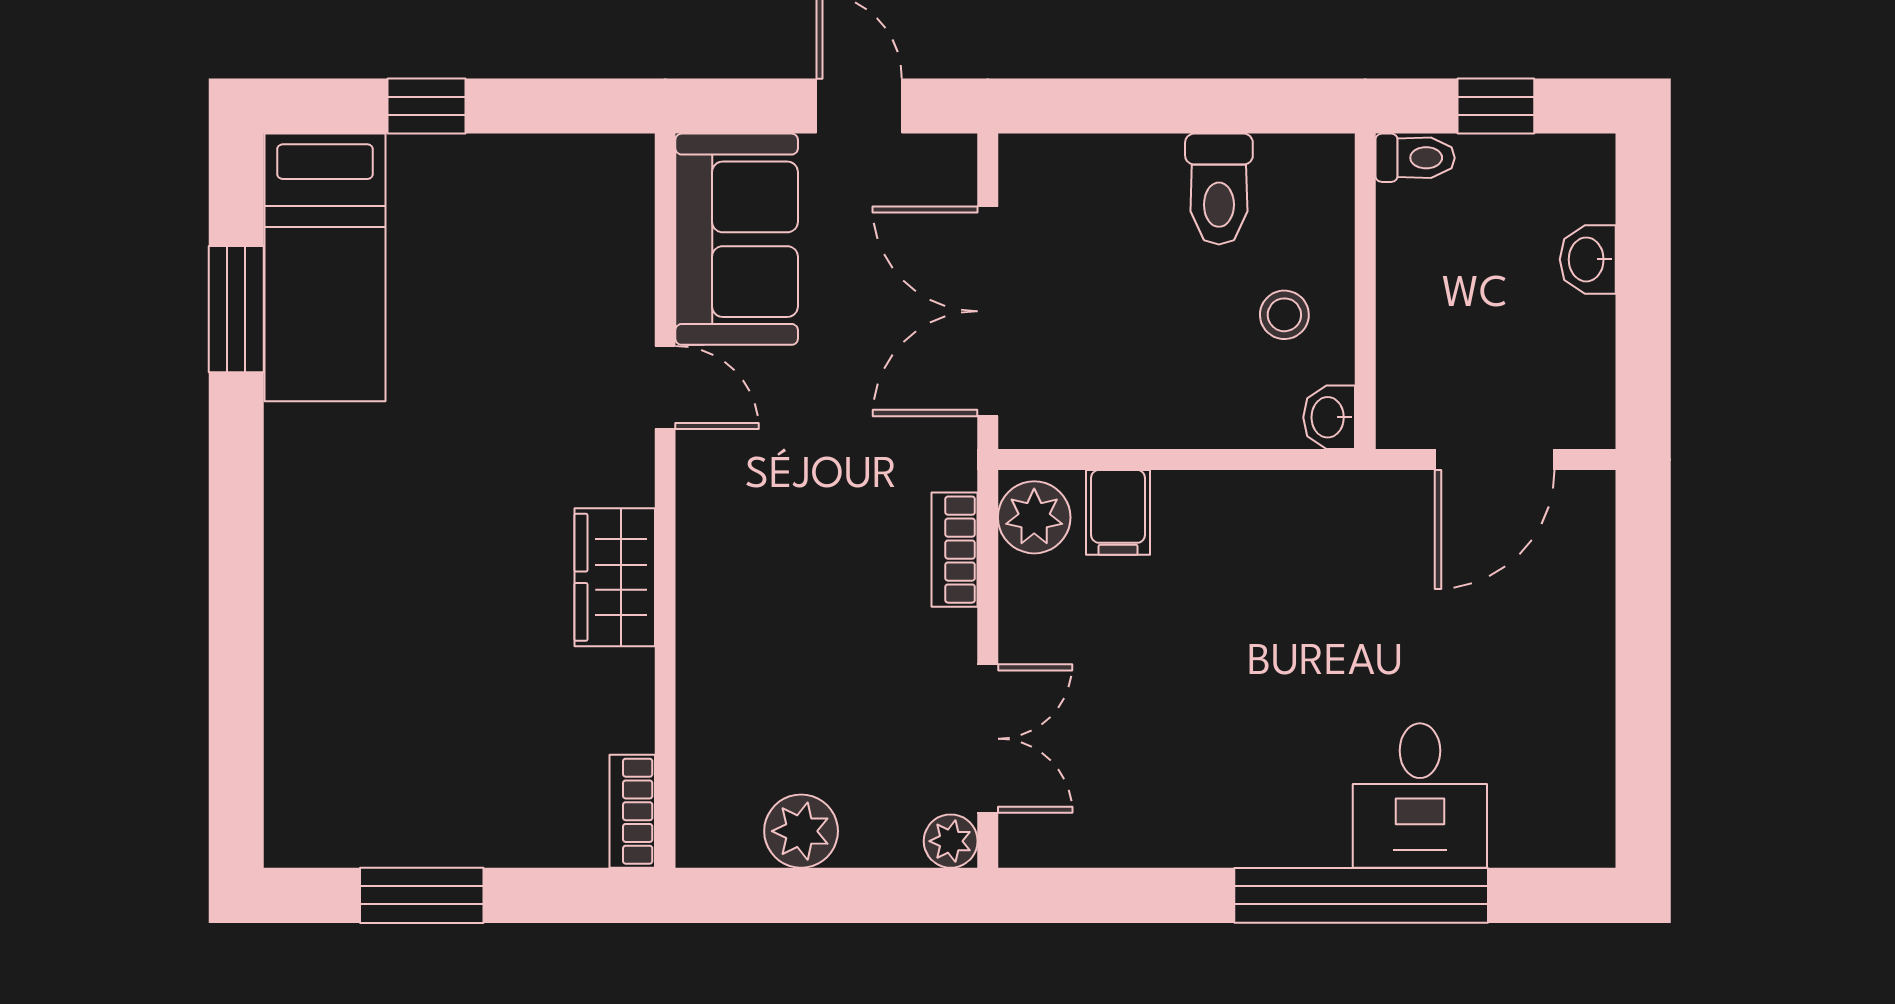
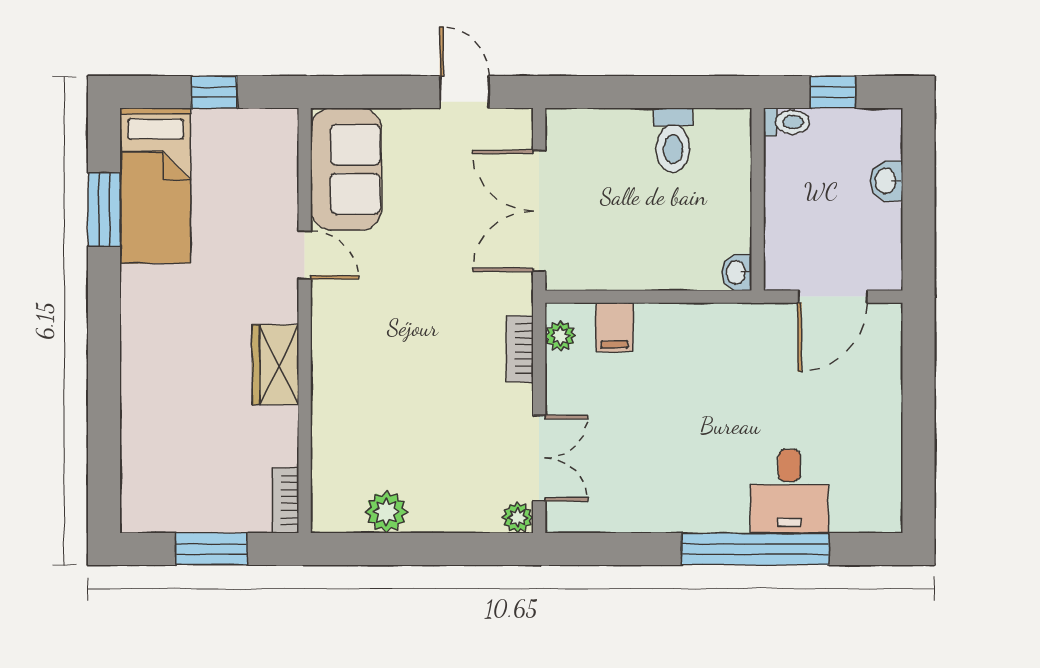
sofa: (737, 239) -> (346, 169), moved
stool: (1284, 315) -> (711, 213), removed
door: (665, 387) -> (305, 255), moved
wall: (665, 501) -> (305, 321), moved
plant: (1034, 517) -> (560, 336), width x0.73, depth x0.73
wardrobe: (615, 577) -> (275, 365), moved
bookcase: (632, 811) -> (286, 500), moved
plant: (801, 831) -> (386, 512), moved

